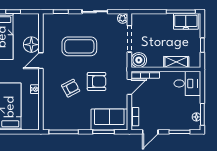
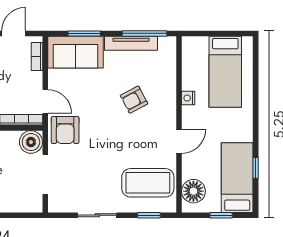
plant: (123, 18) -> (55, 205), removed
floor lamp: (31, 45) -> (193, 191), moved
coffee table: (79, 46) -> (148, 183), moved
armchair: (97, 81) -> (65, 130), moved, turned -90
door: (129, 87) -> (45, 101), swing flipped
tv unit: (73, 125) -> (131, 43), added

